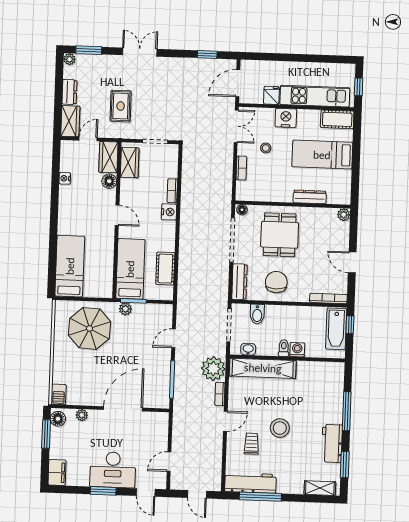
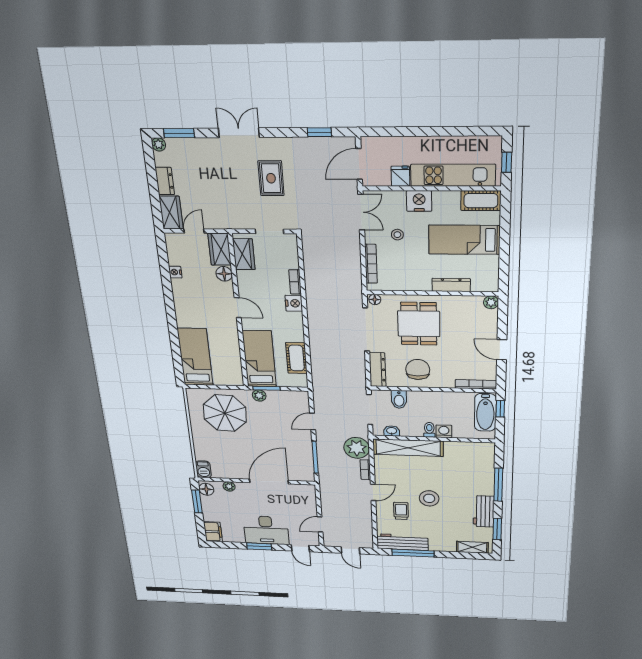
rug: (121, 106) -> (271, 178), moved
bookcase: (241, 168) -> (371, 264), width x1.56

